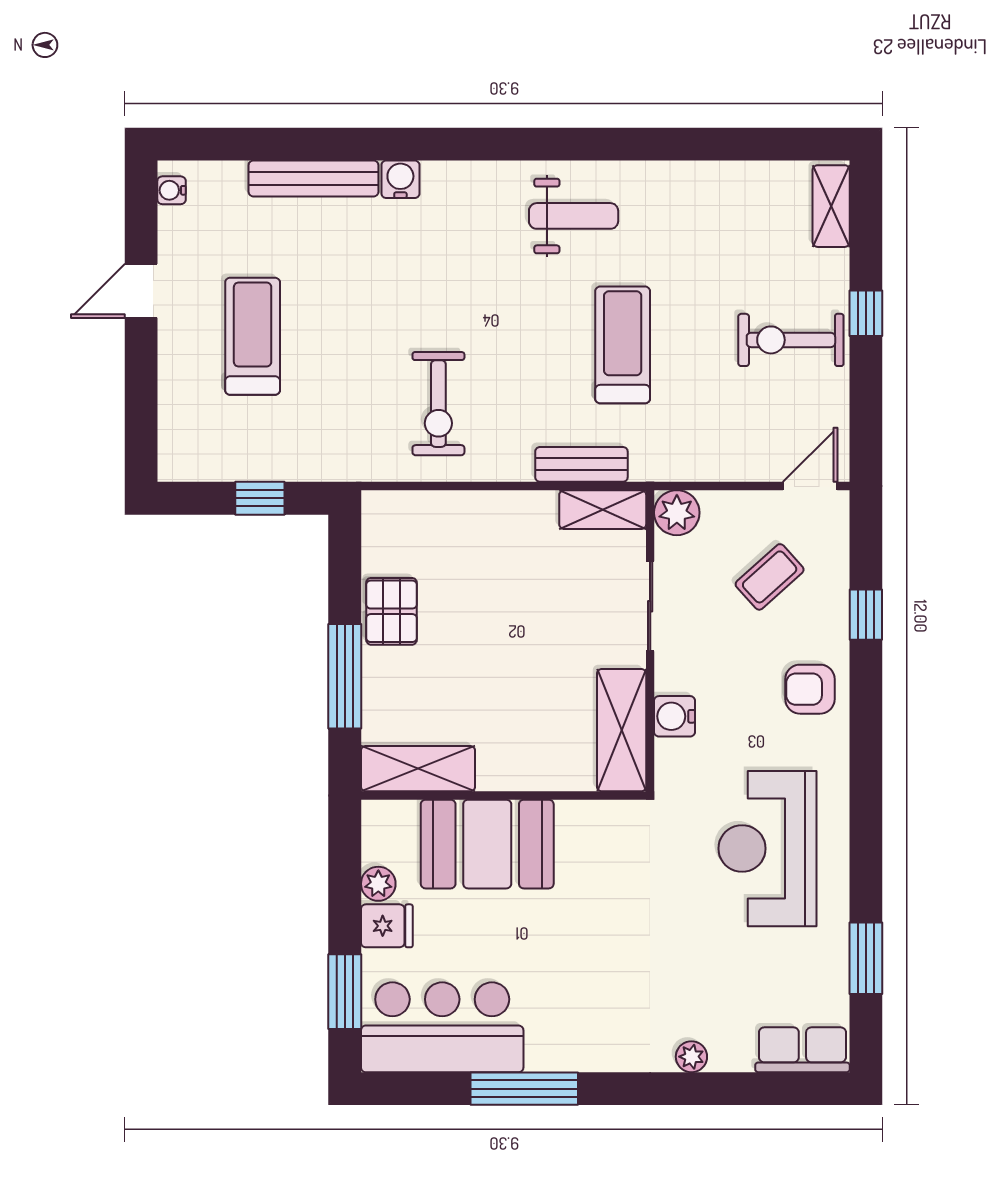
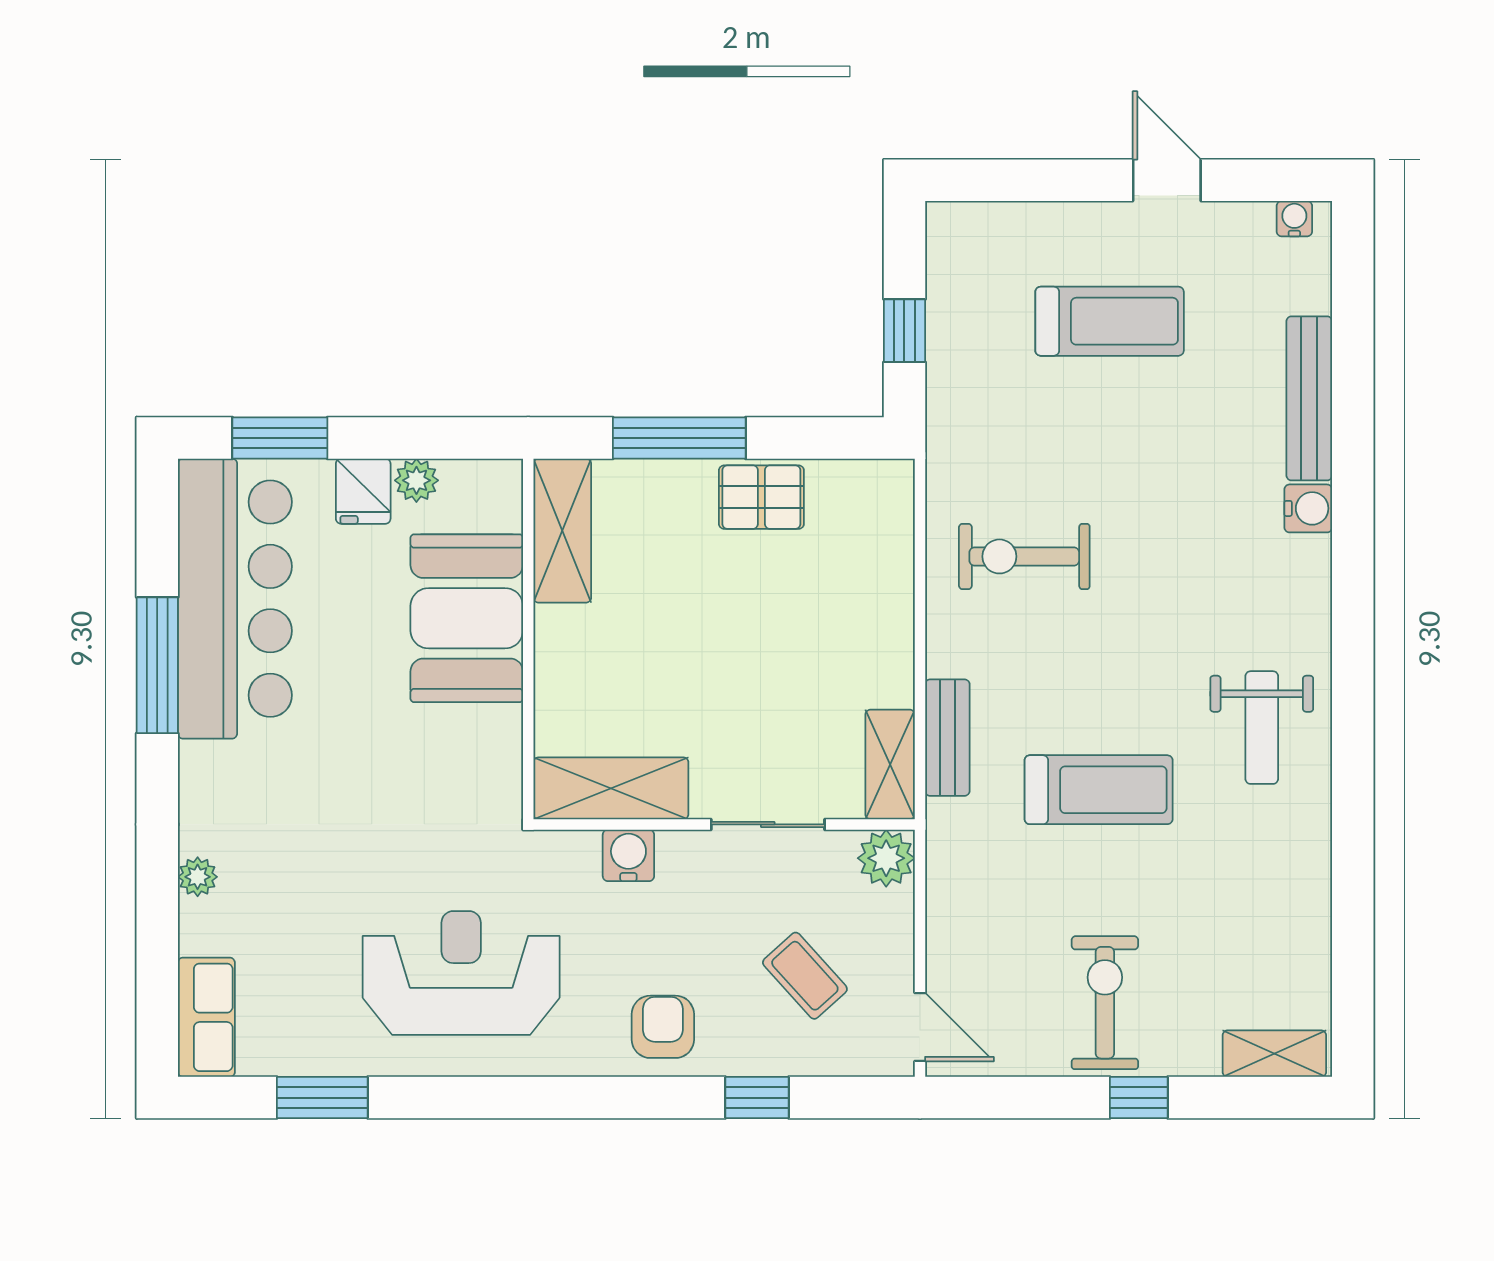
bar counter: (442, 1027) -> (235, 599), width x1.36

